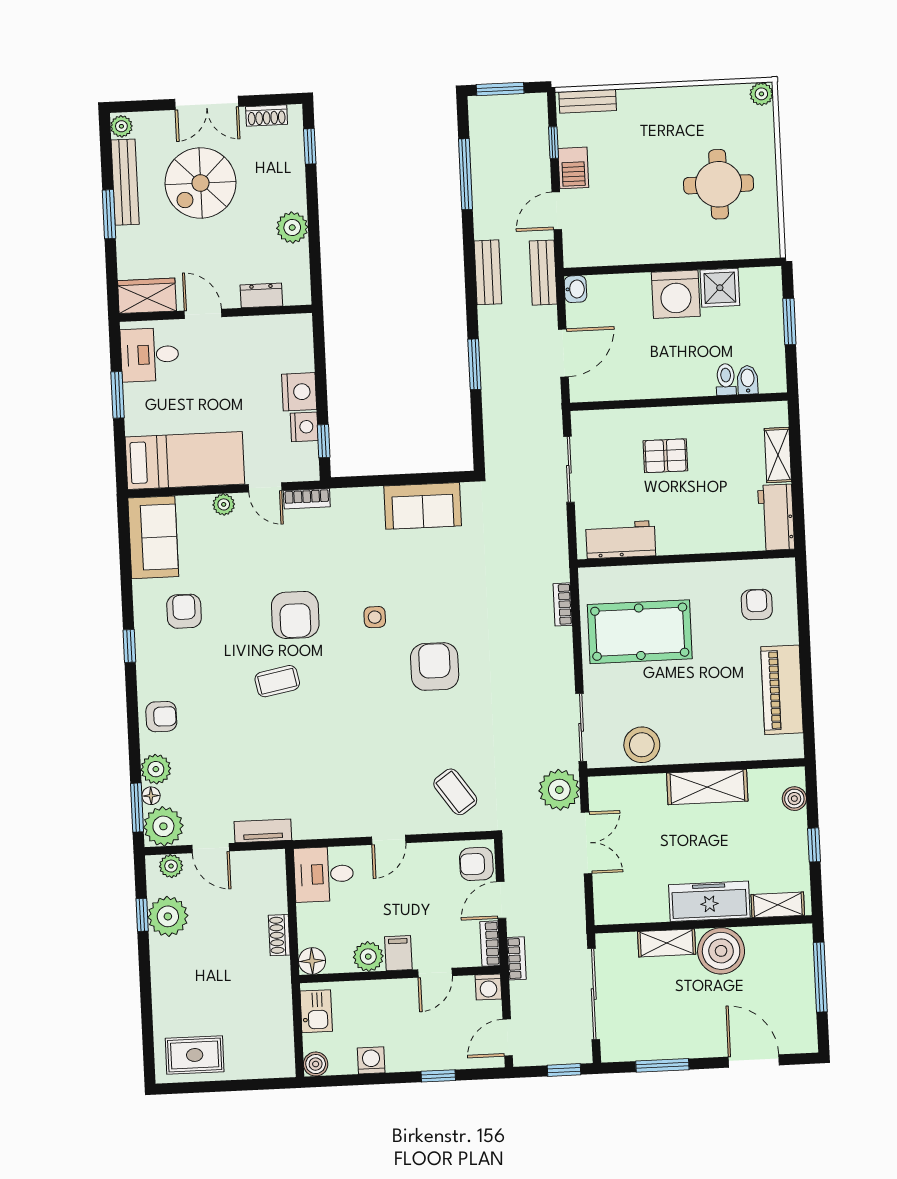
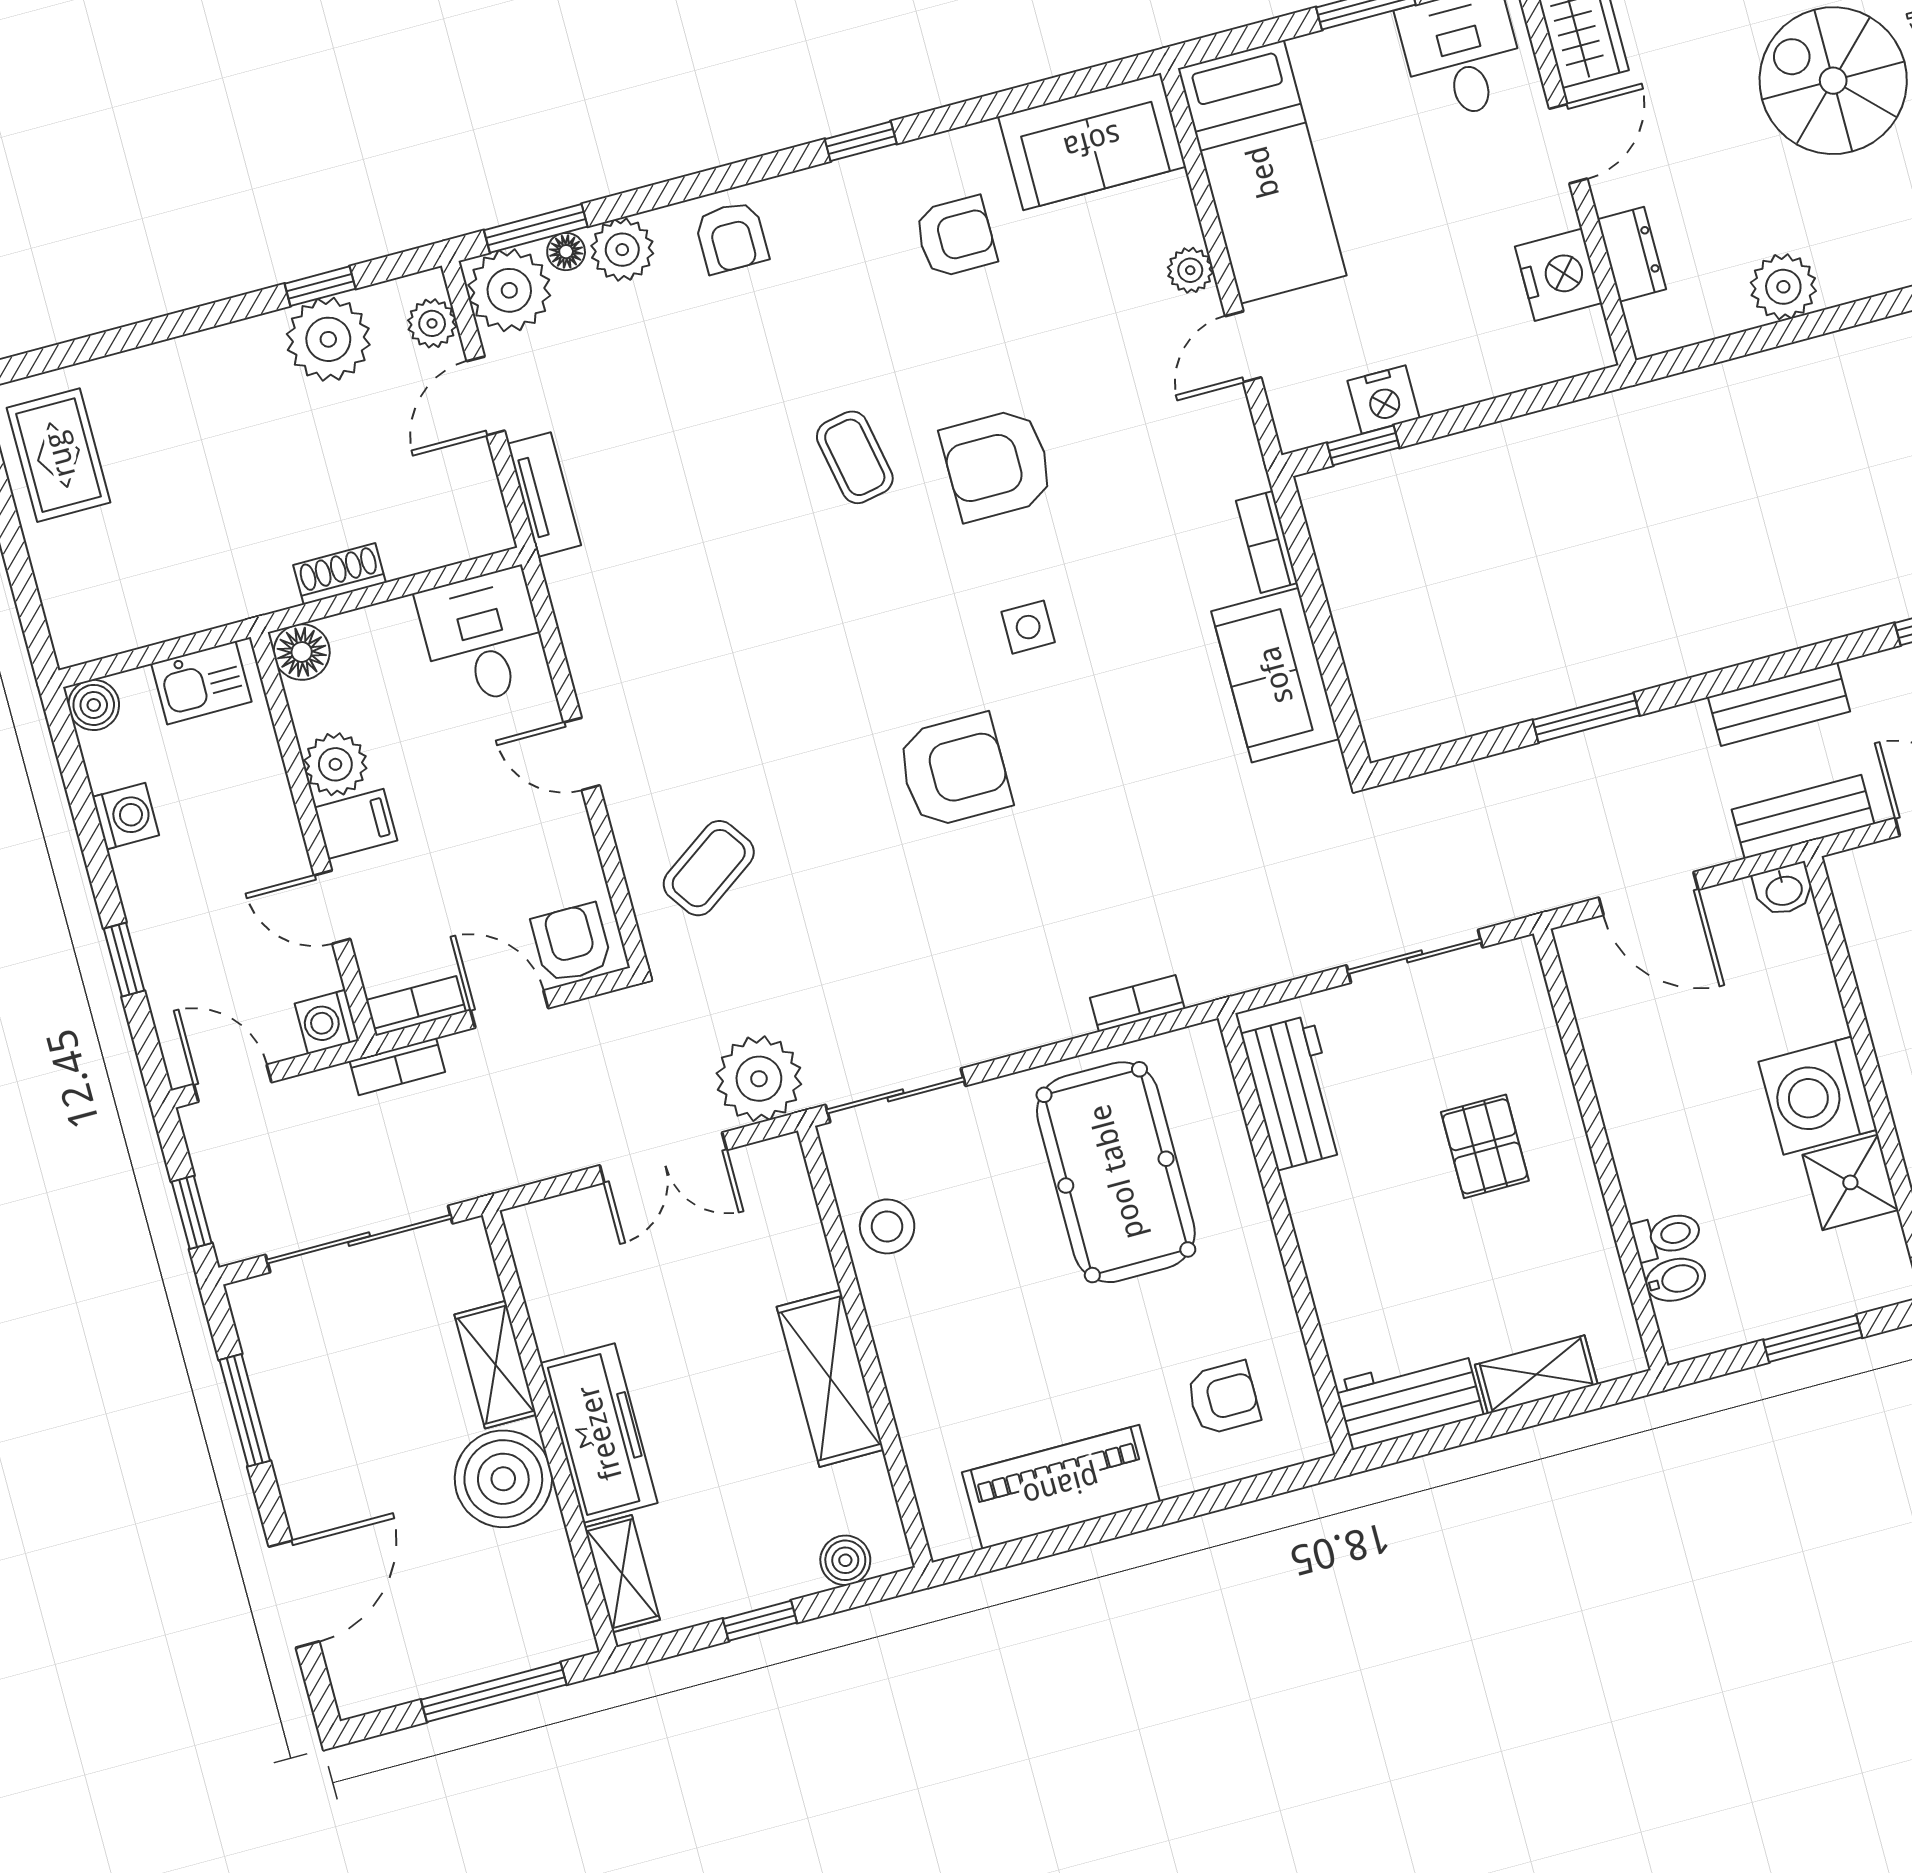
nightstand: (299, 392) -> (1559, 275), moved, turned -90
bookcase: (307, 499) -> (1267, 542), moved
stool: (642, 745) -> (887, 1226), width x0.73, depth x0.73

